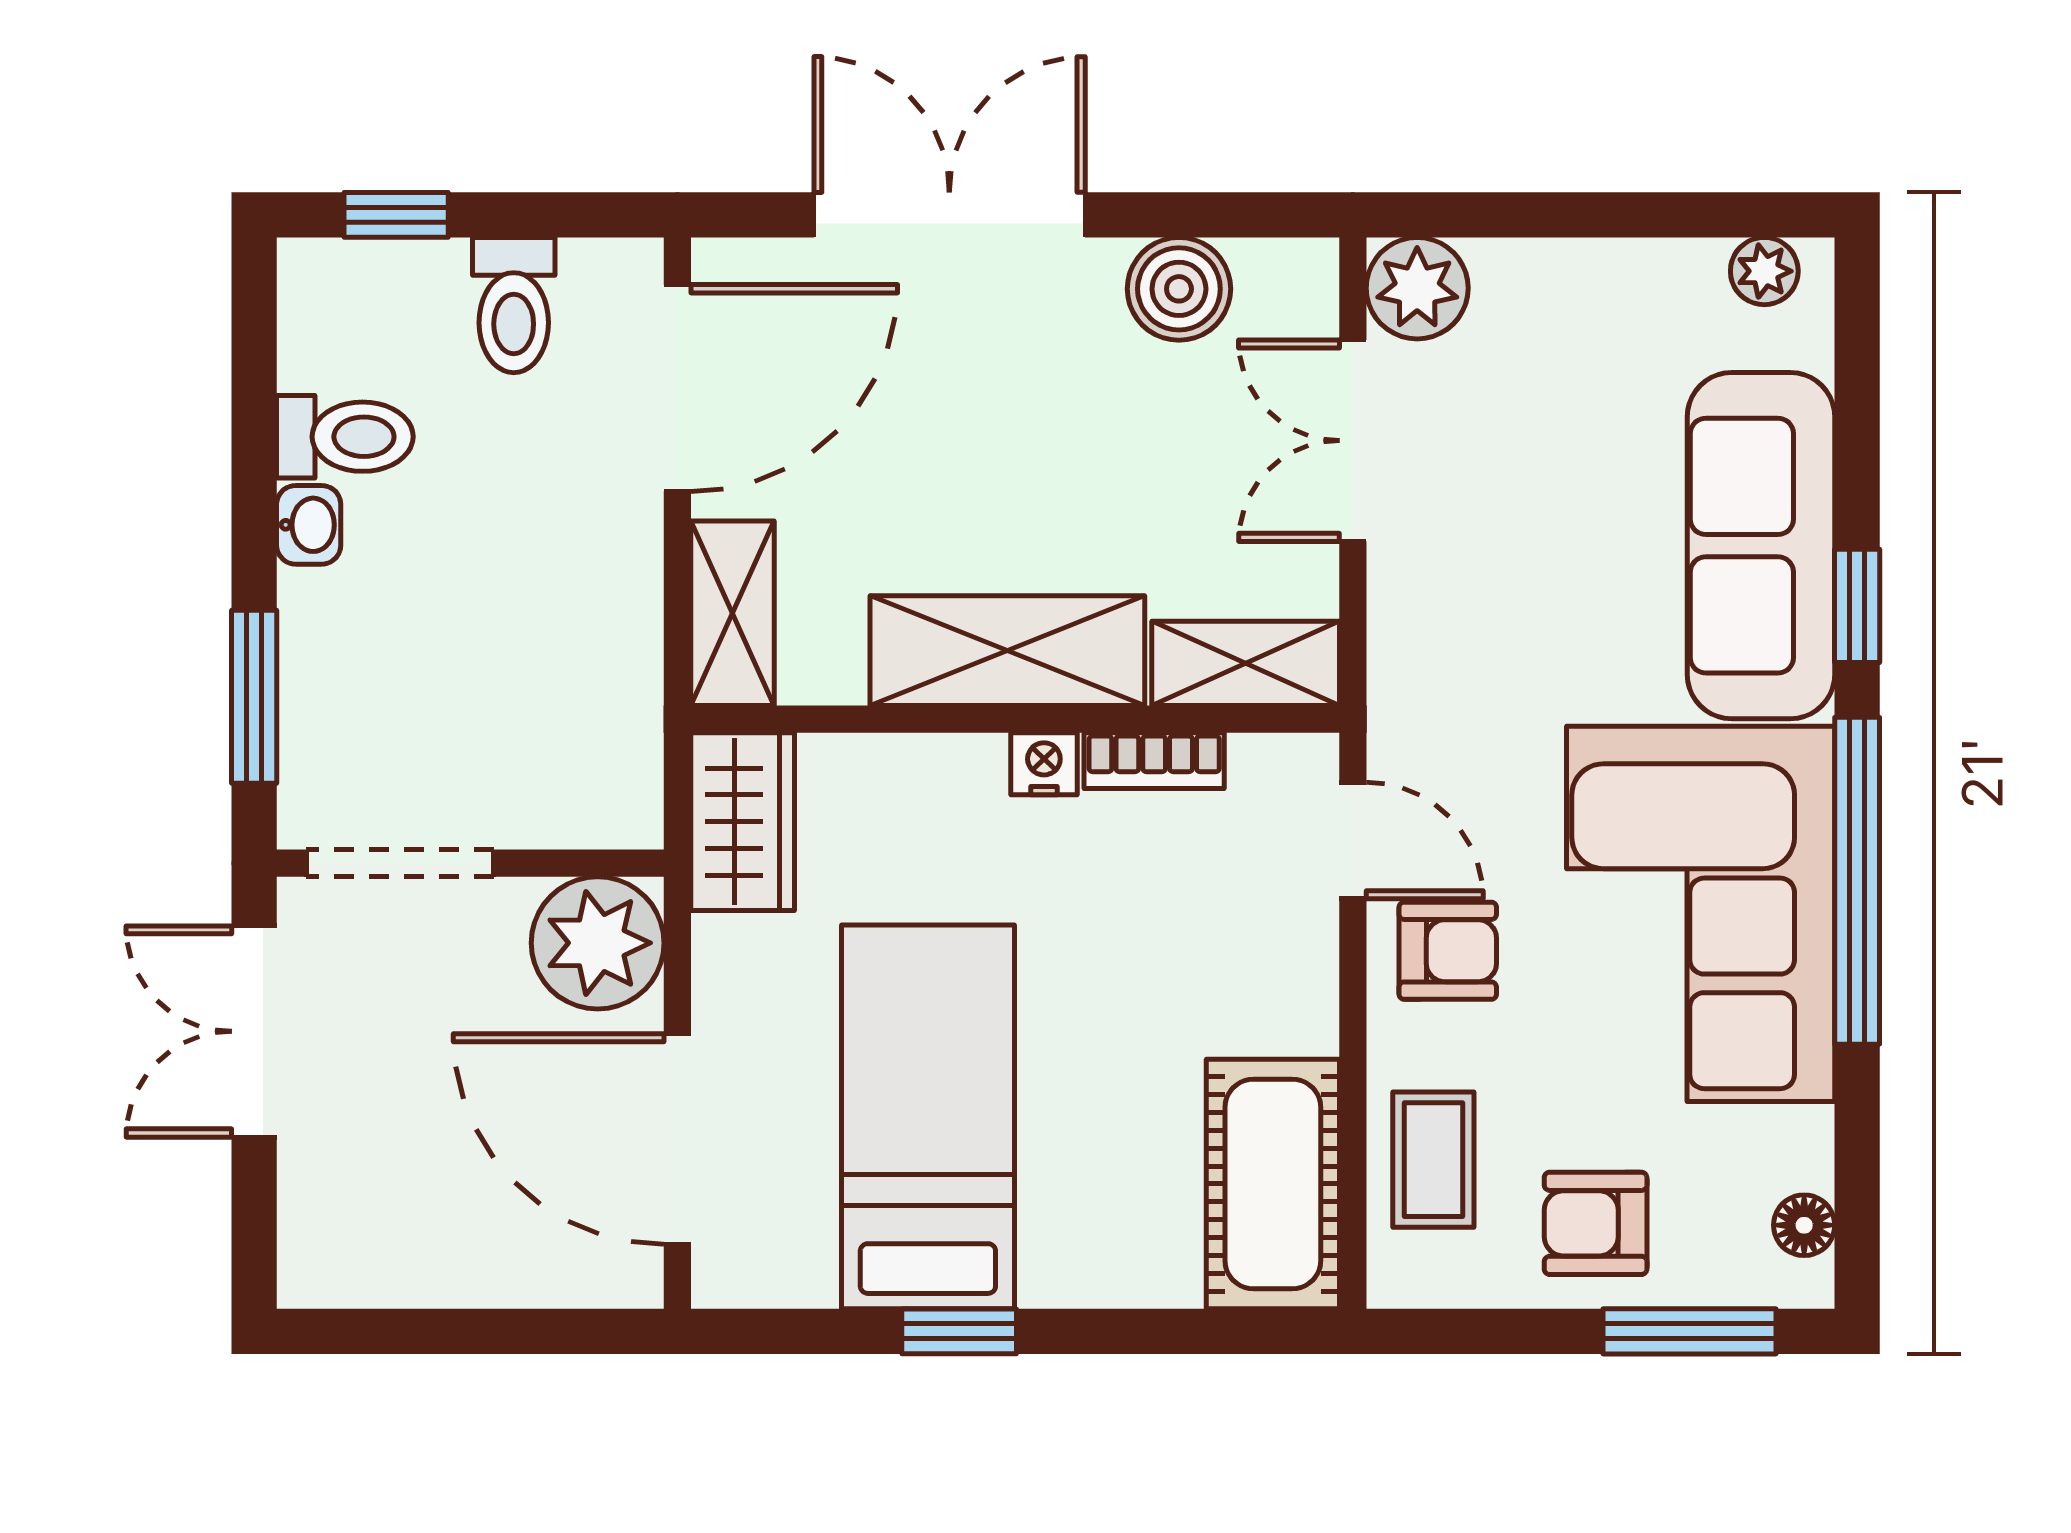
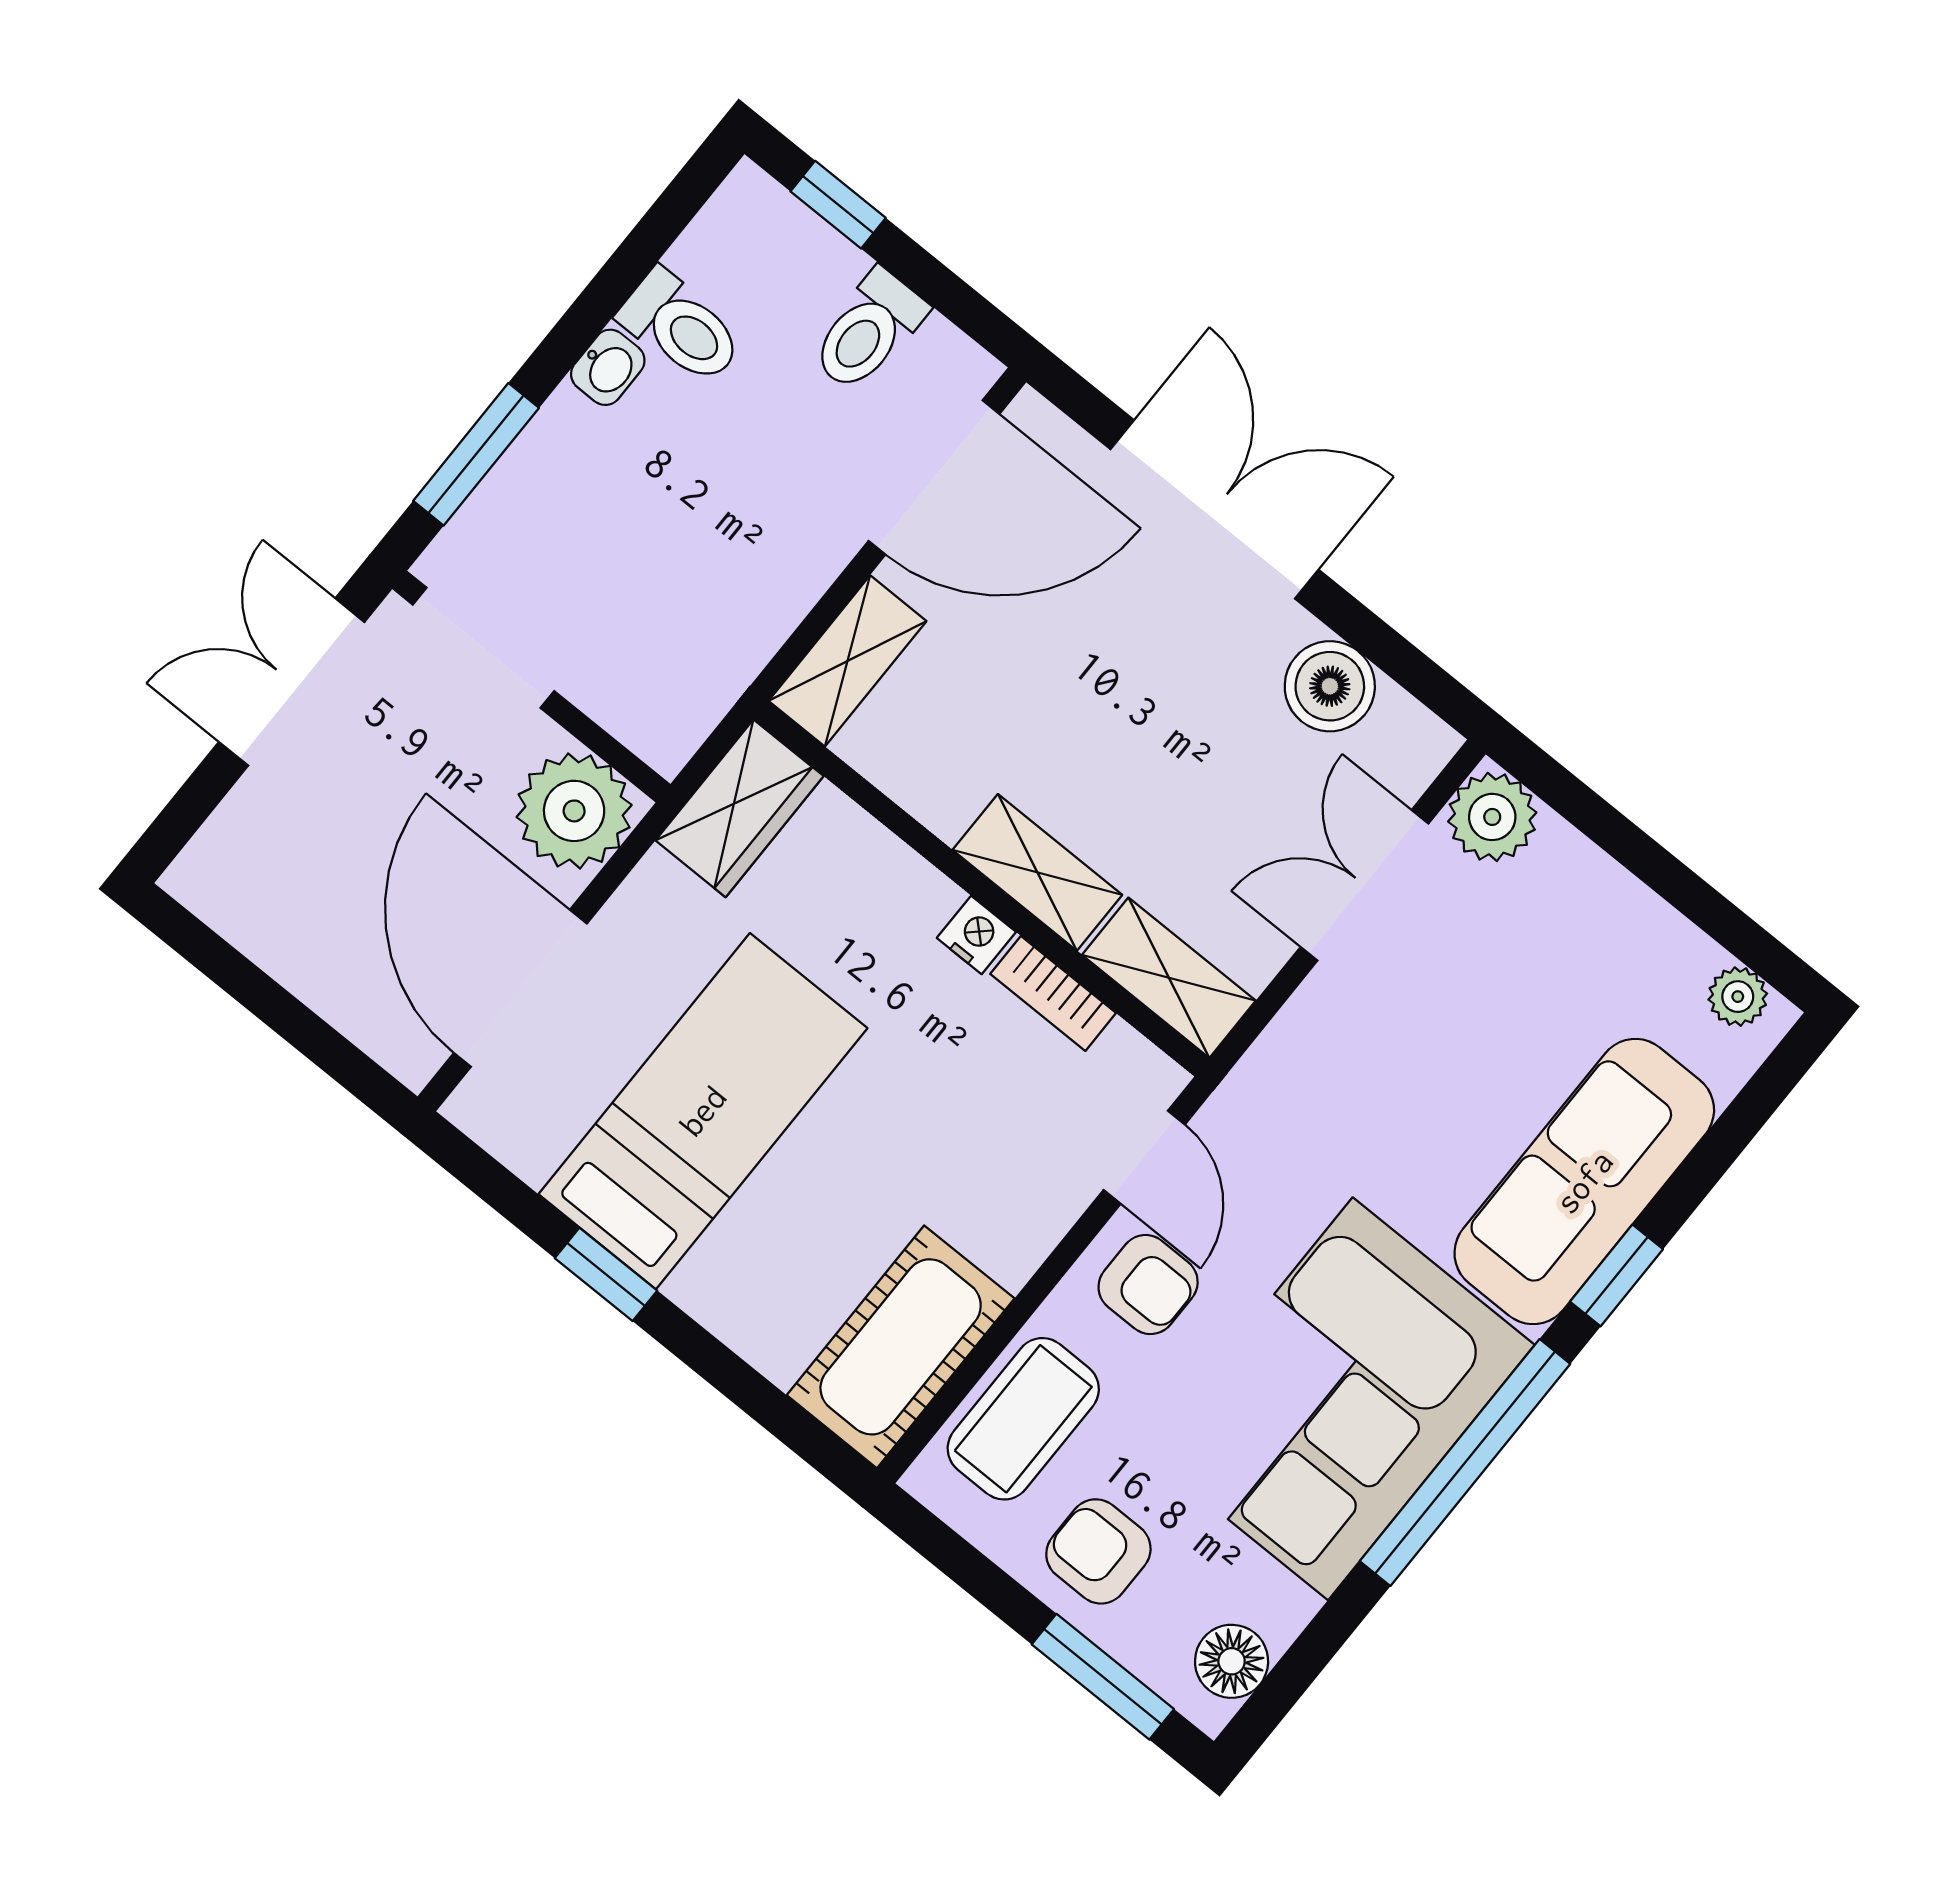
shelving: (1007, 651) -> (1037, 872), width x0.67, depth x0.75
coffee table: (1433, 1160) -> (1023, 1419), width x1.36, depth x1.30
floor lamp: (1804, 1225) -> (1232, 1661), width x1.37, depth x1.37

